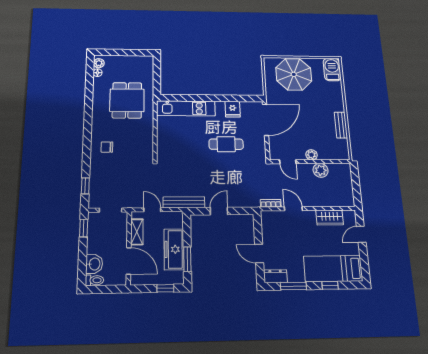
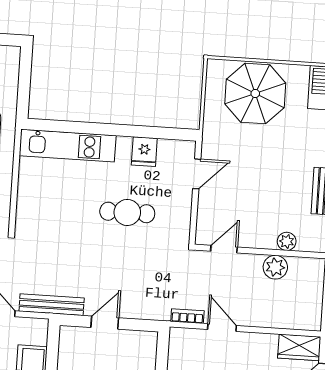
door: (266, 120) -> (197, 174), width x0.53
plant: (312, 155) -> (287, 241), moved
door: (288, 162) -> (224, 249), swing flipped
wardrobe: (330, 218) -> (299, 347), moved

